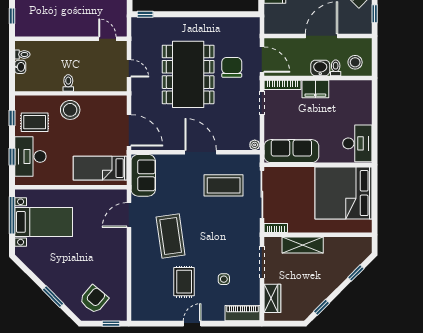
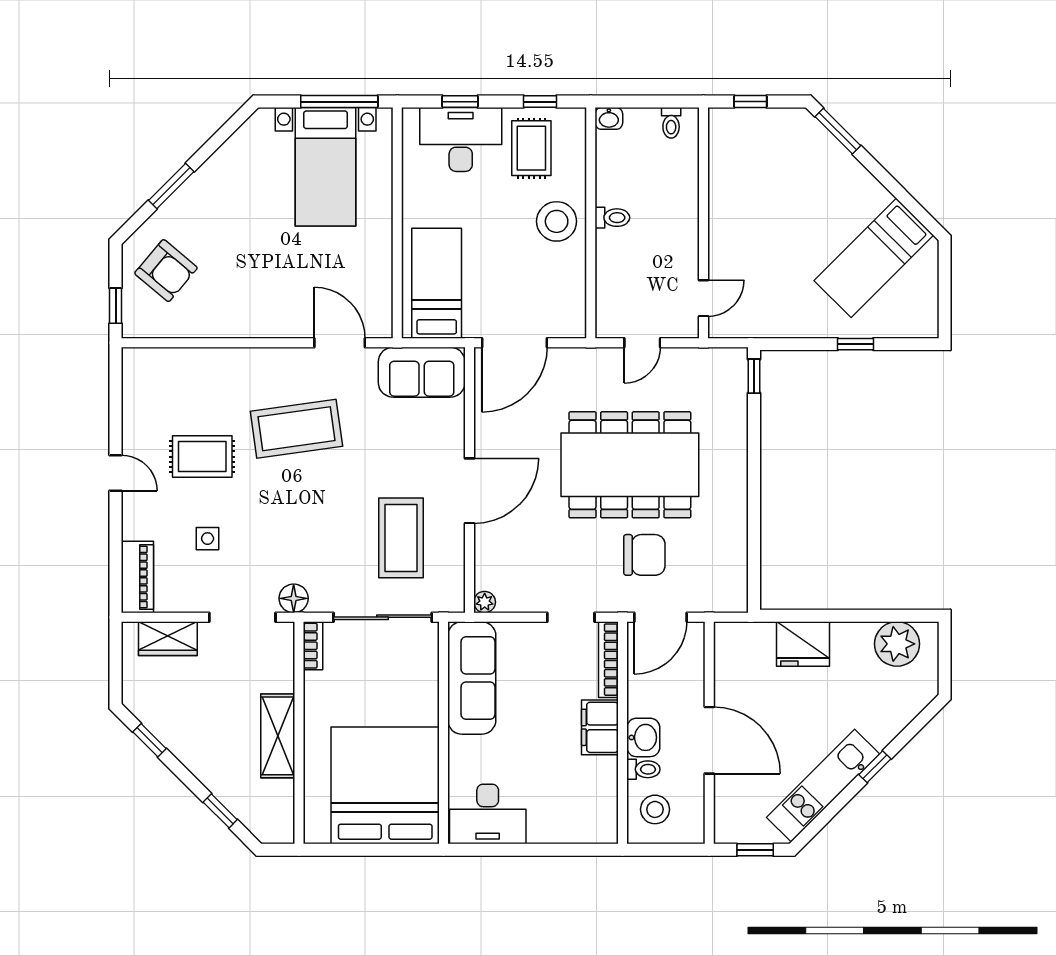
washbasin: (20, 67) -> (609, 118), moved
floor lamp: (253, 237) -> (294, 598), added
shelving: (303, 245) -> (278, 736), moved

